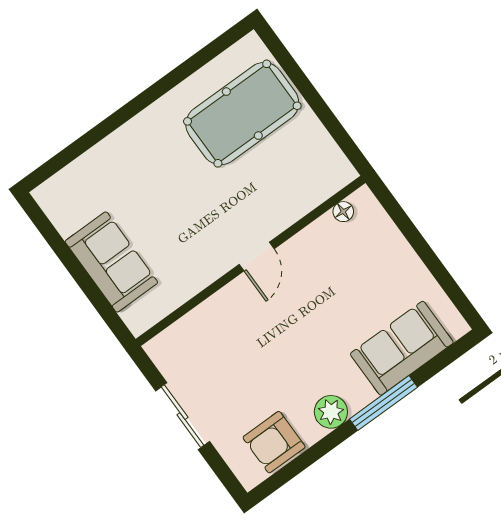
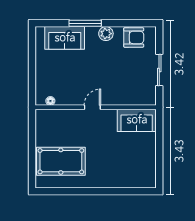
sofa: (111, 262) -> (137, 120), moved, turned -90

